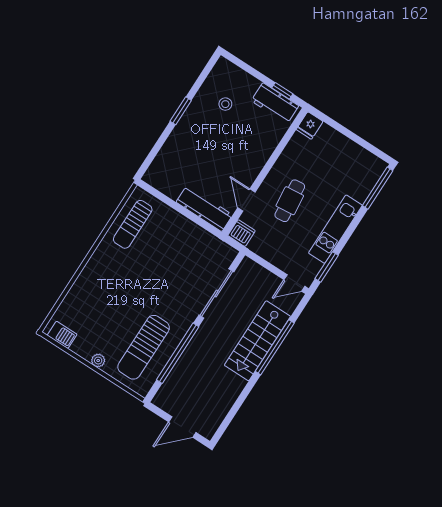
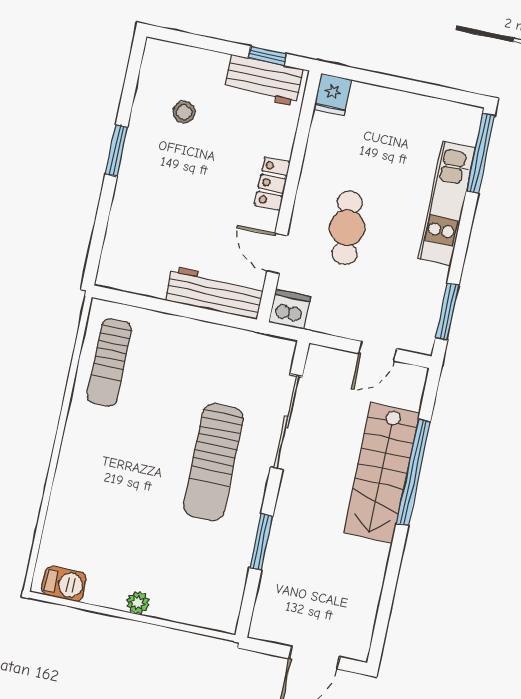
locker: (258, 161) -> (272, 184), added
kitchen unit: (335, 229) -> (447, 203), moved
door: (294, 283) -> (378, 351), moved
sun lounger: (144, 347) -> (213, 462), moved
window: (178, 353) -> (261, 542), width x0.47

